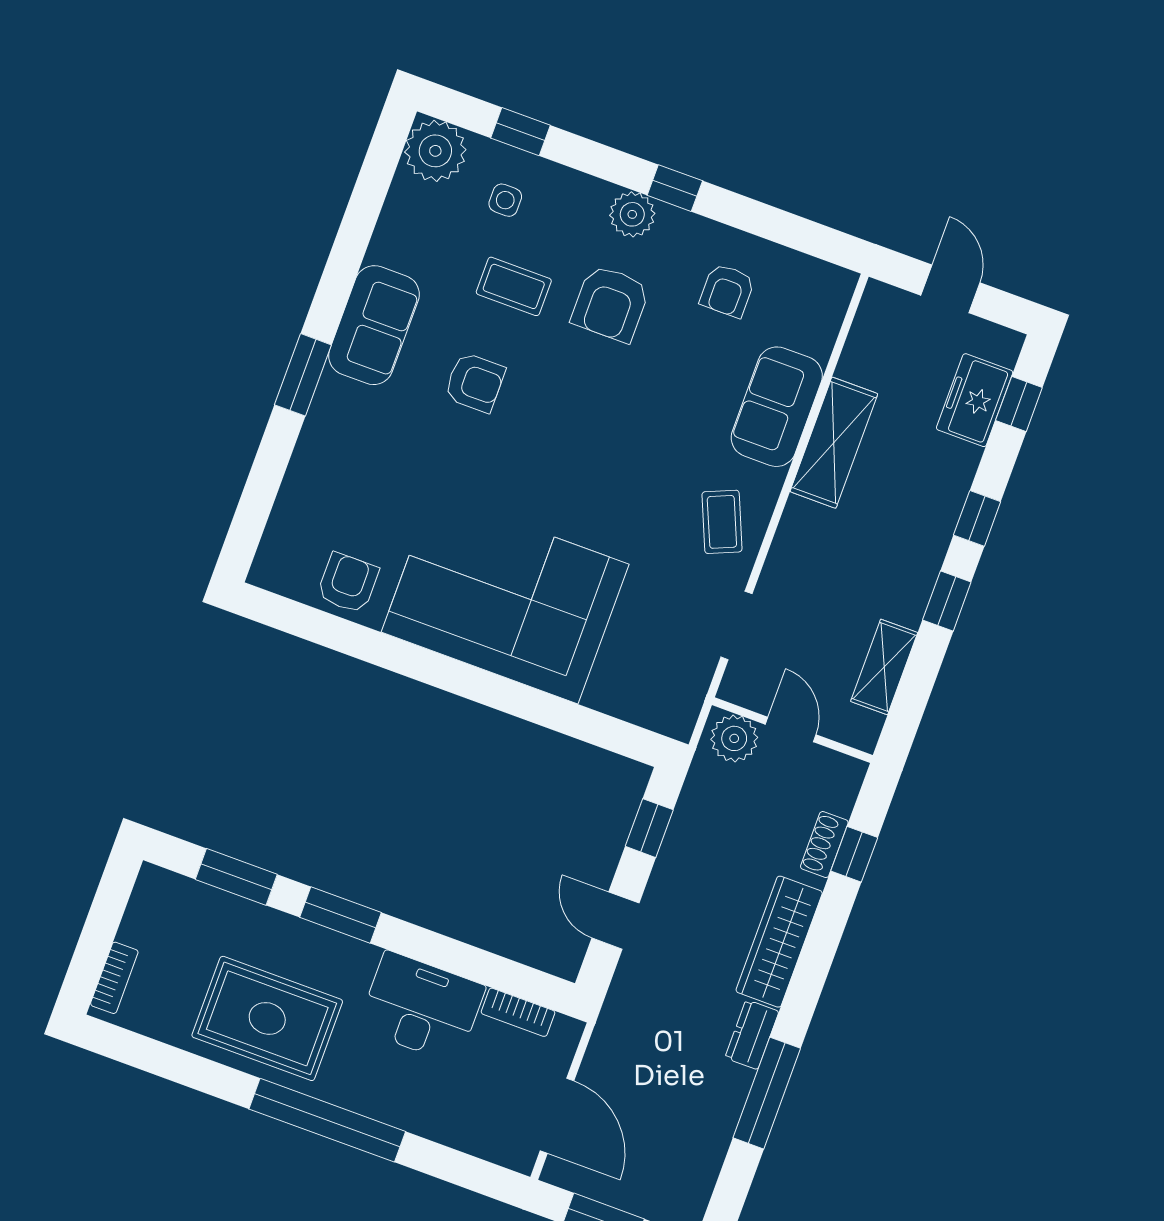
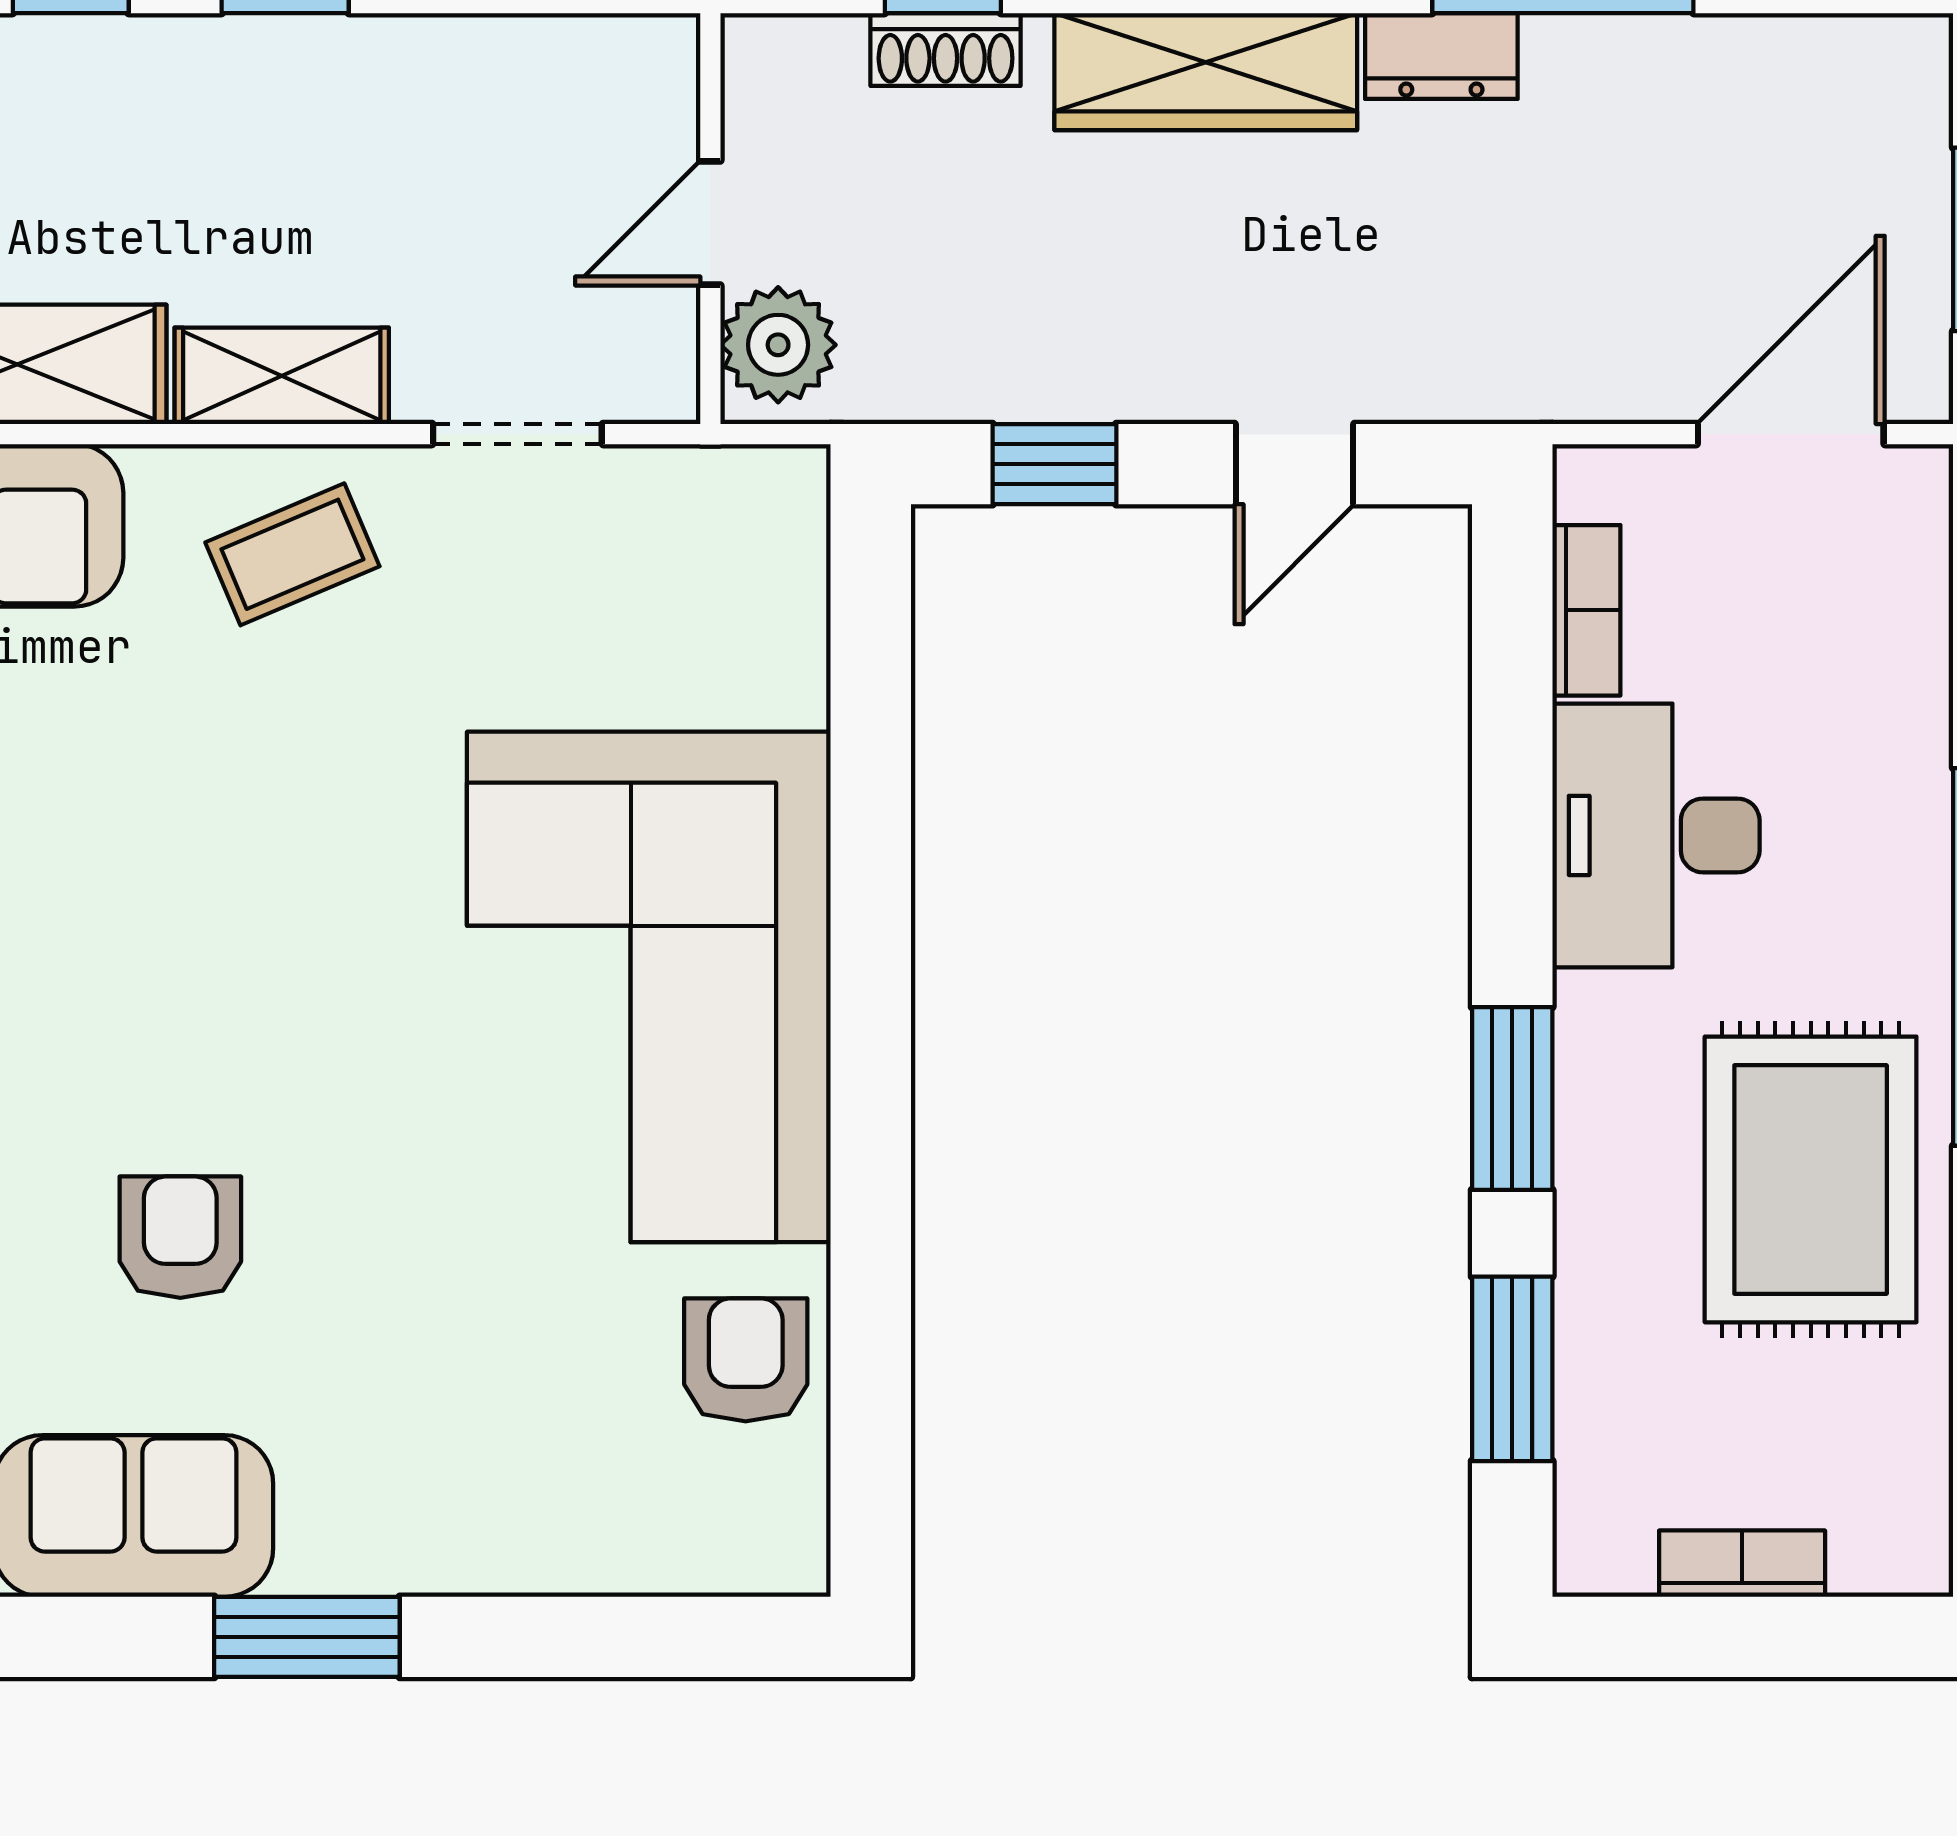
armchair: (348, 583) -> (746, 1360), turned 90
shelving: (884, 667) -> (282, 376), moved
bookcase: (114, 978) -> (1742, 1564), moved

